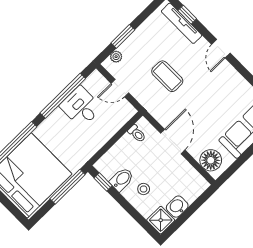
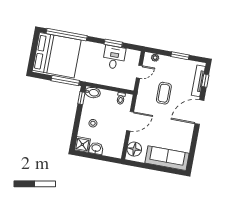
window: (123, 36) -> (180, 56), moved
door: (221, 49) -> (199, 112), width x1.87
door: (120, 88) -> (139, 72), swing flipped
window: (63, 96) -> (113, 43), width x0.47
bidet: (122, 179) -> (93, 93), moved

